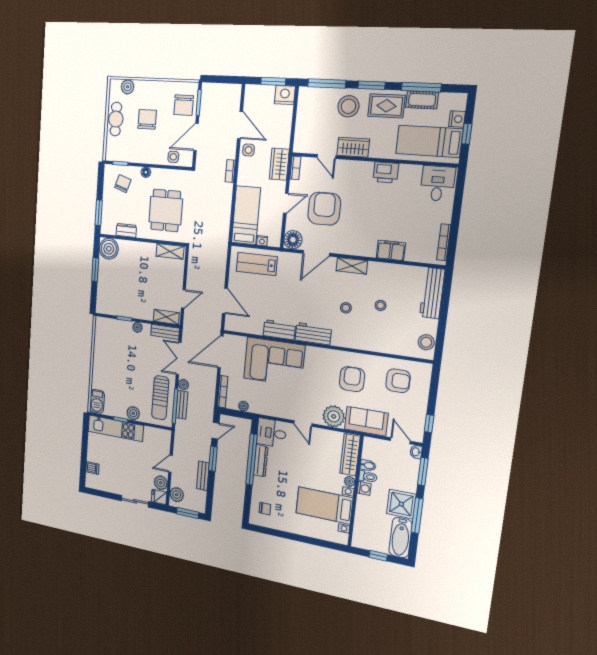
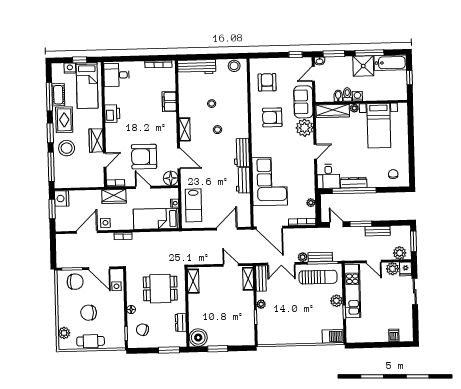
kitchen unit: (116, 428) -> (353, 291), moved

